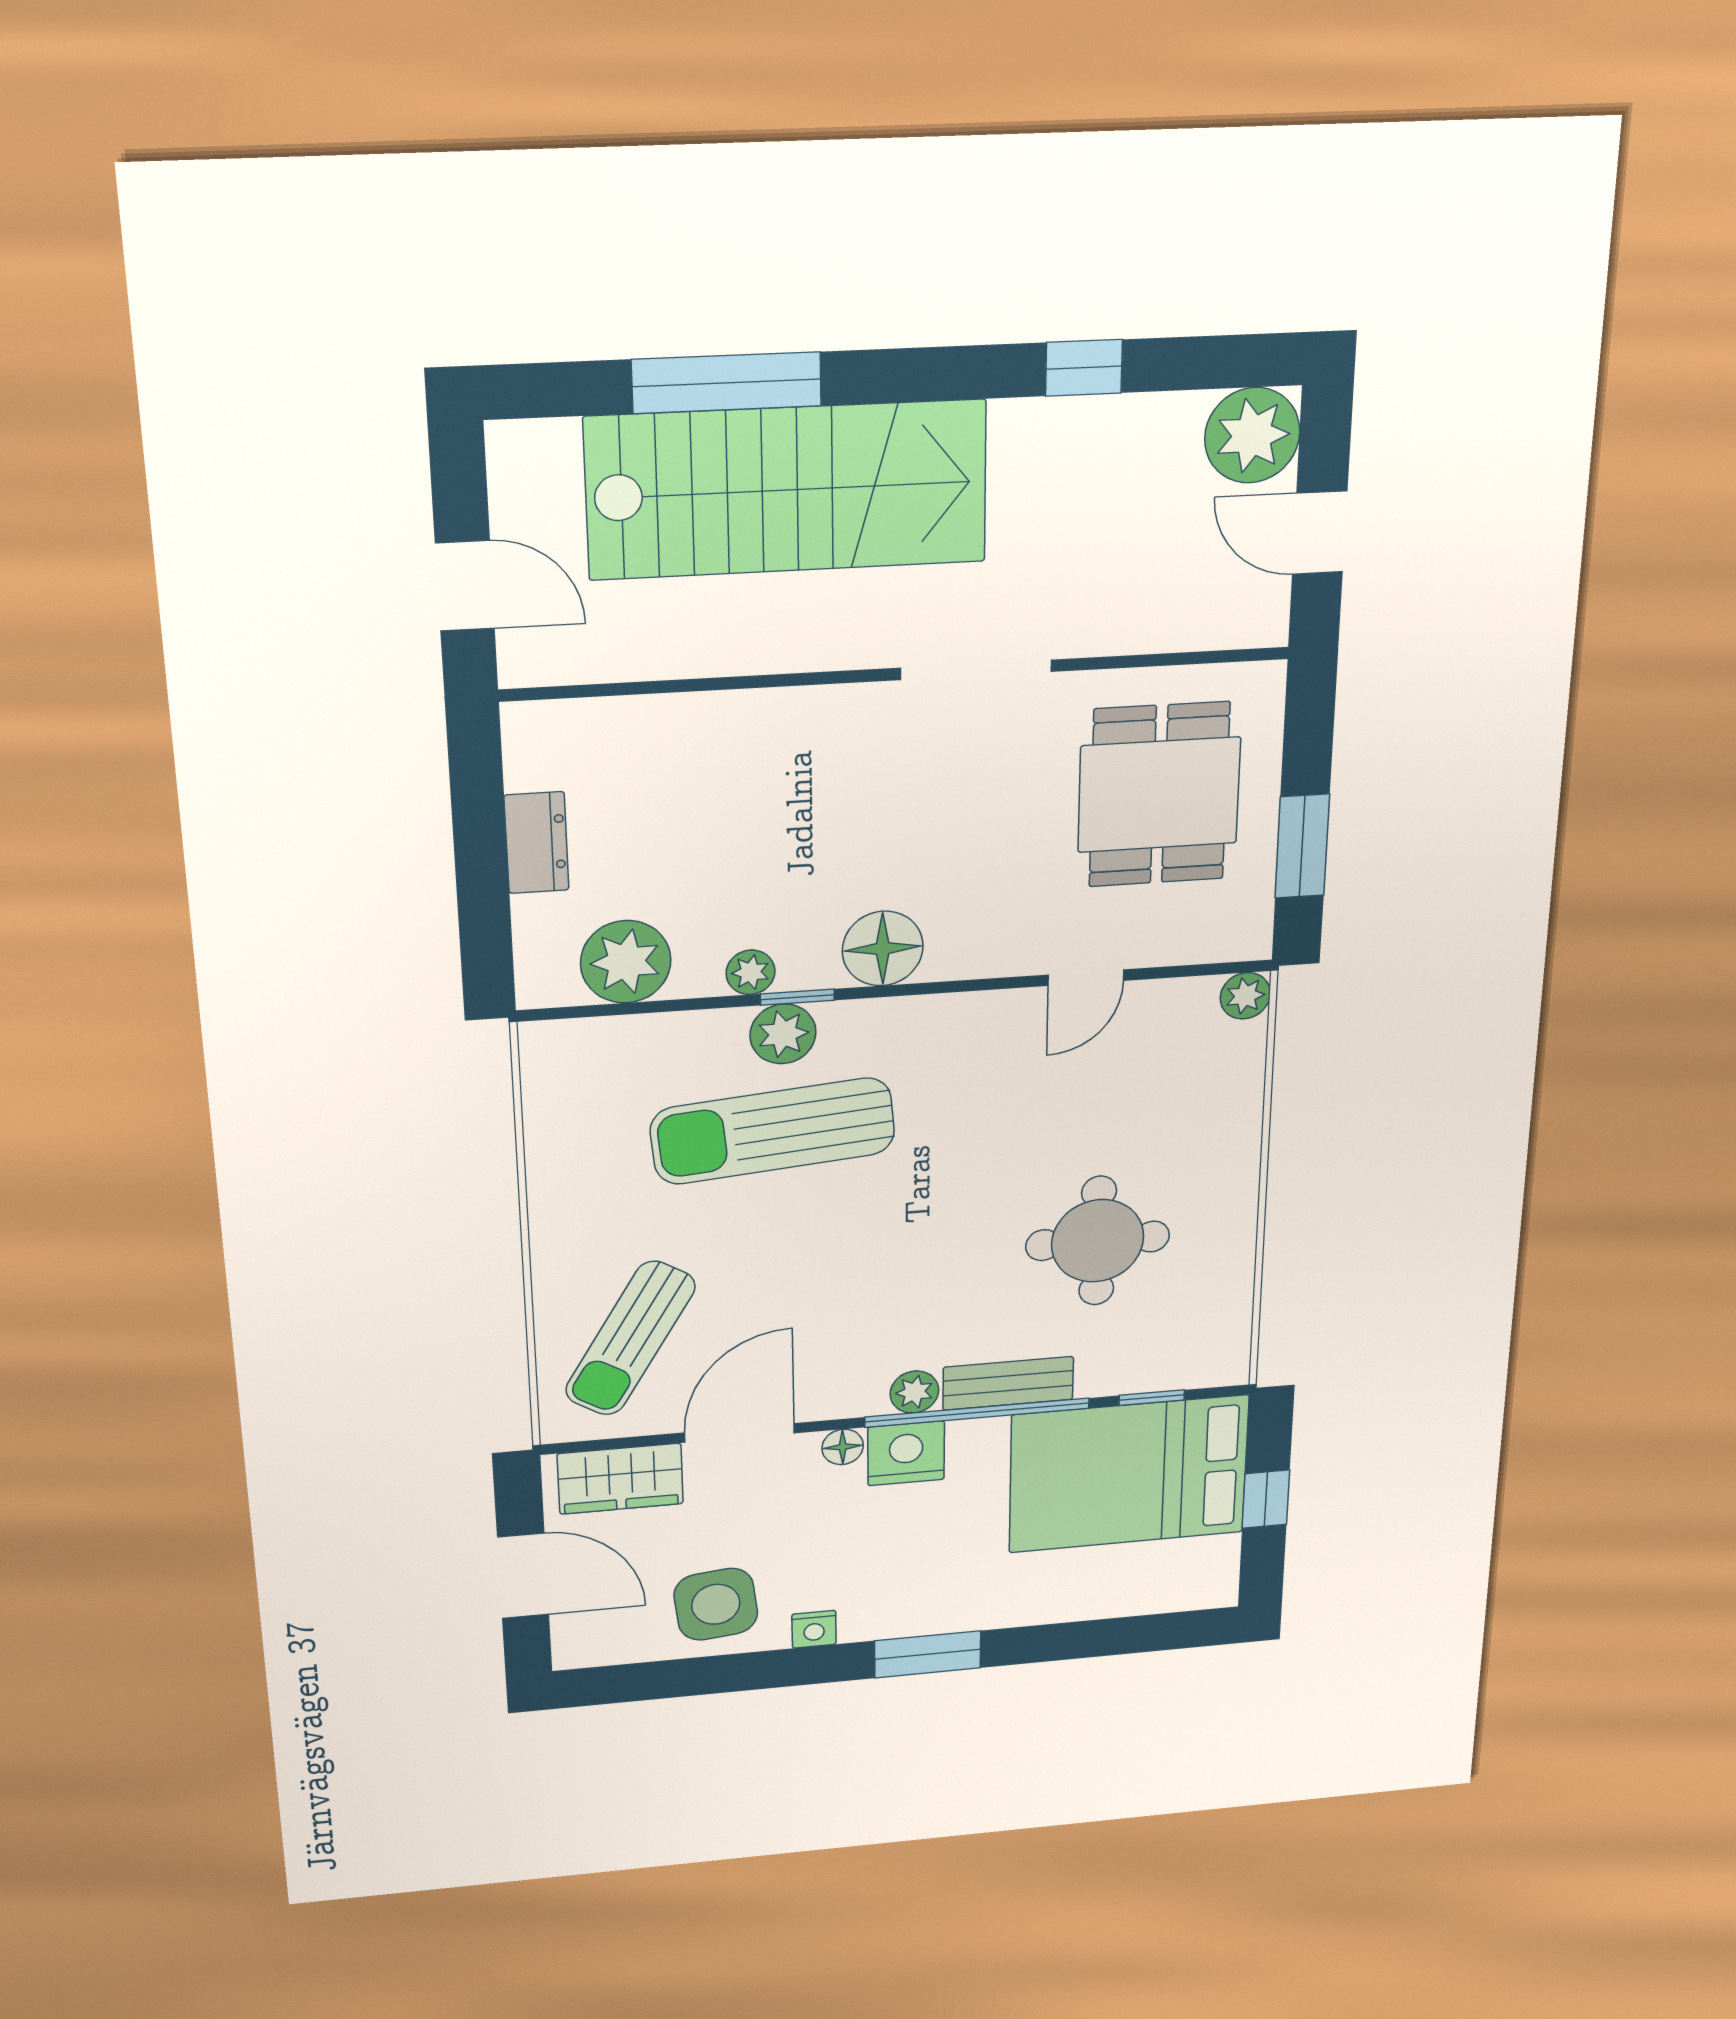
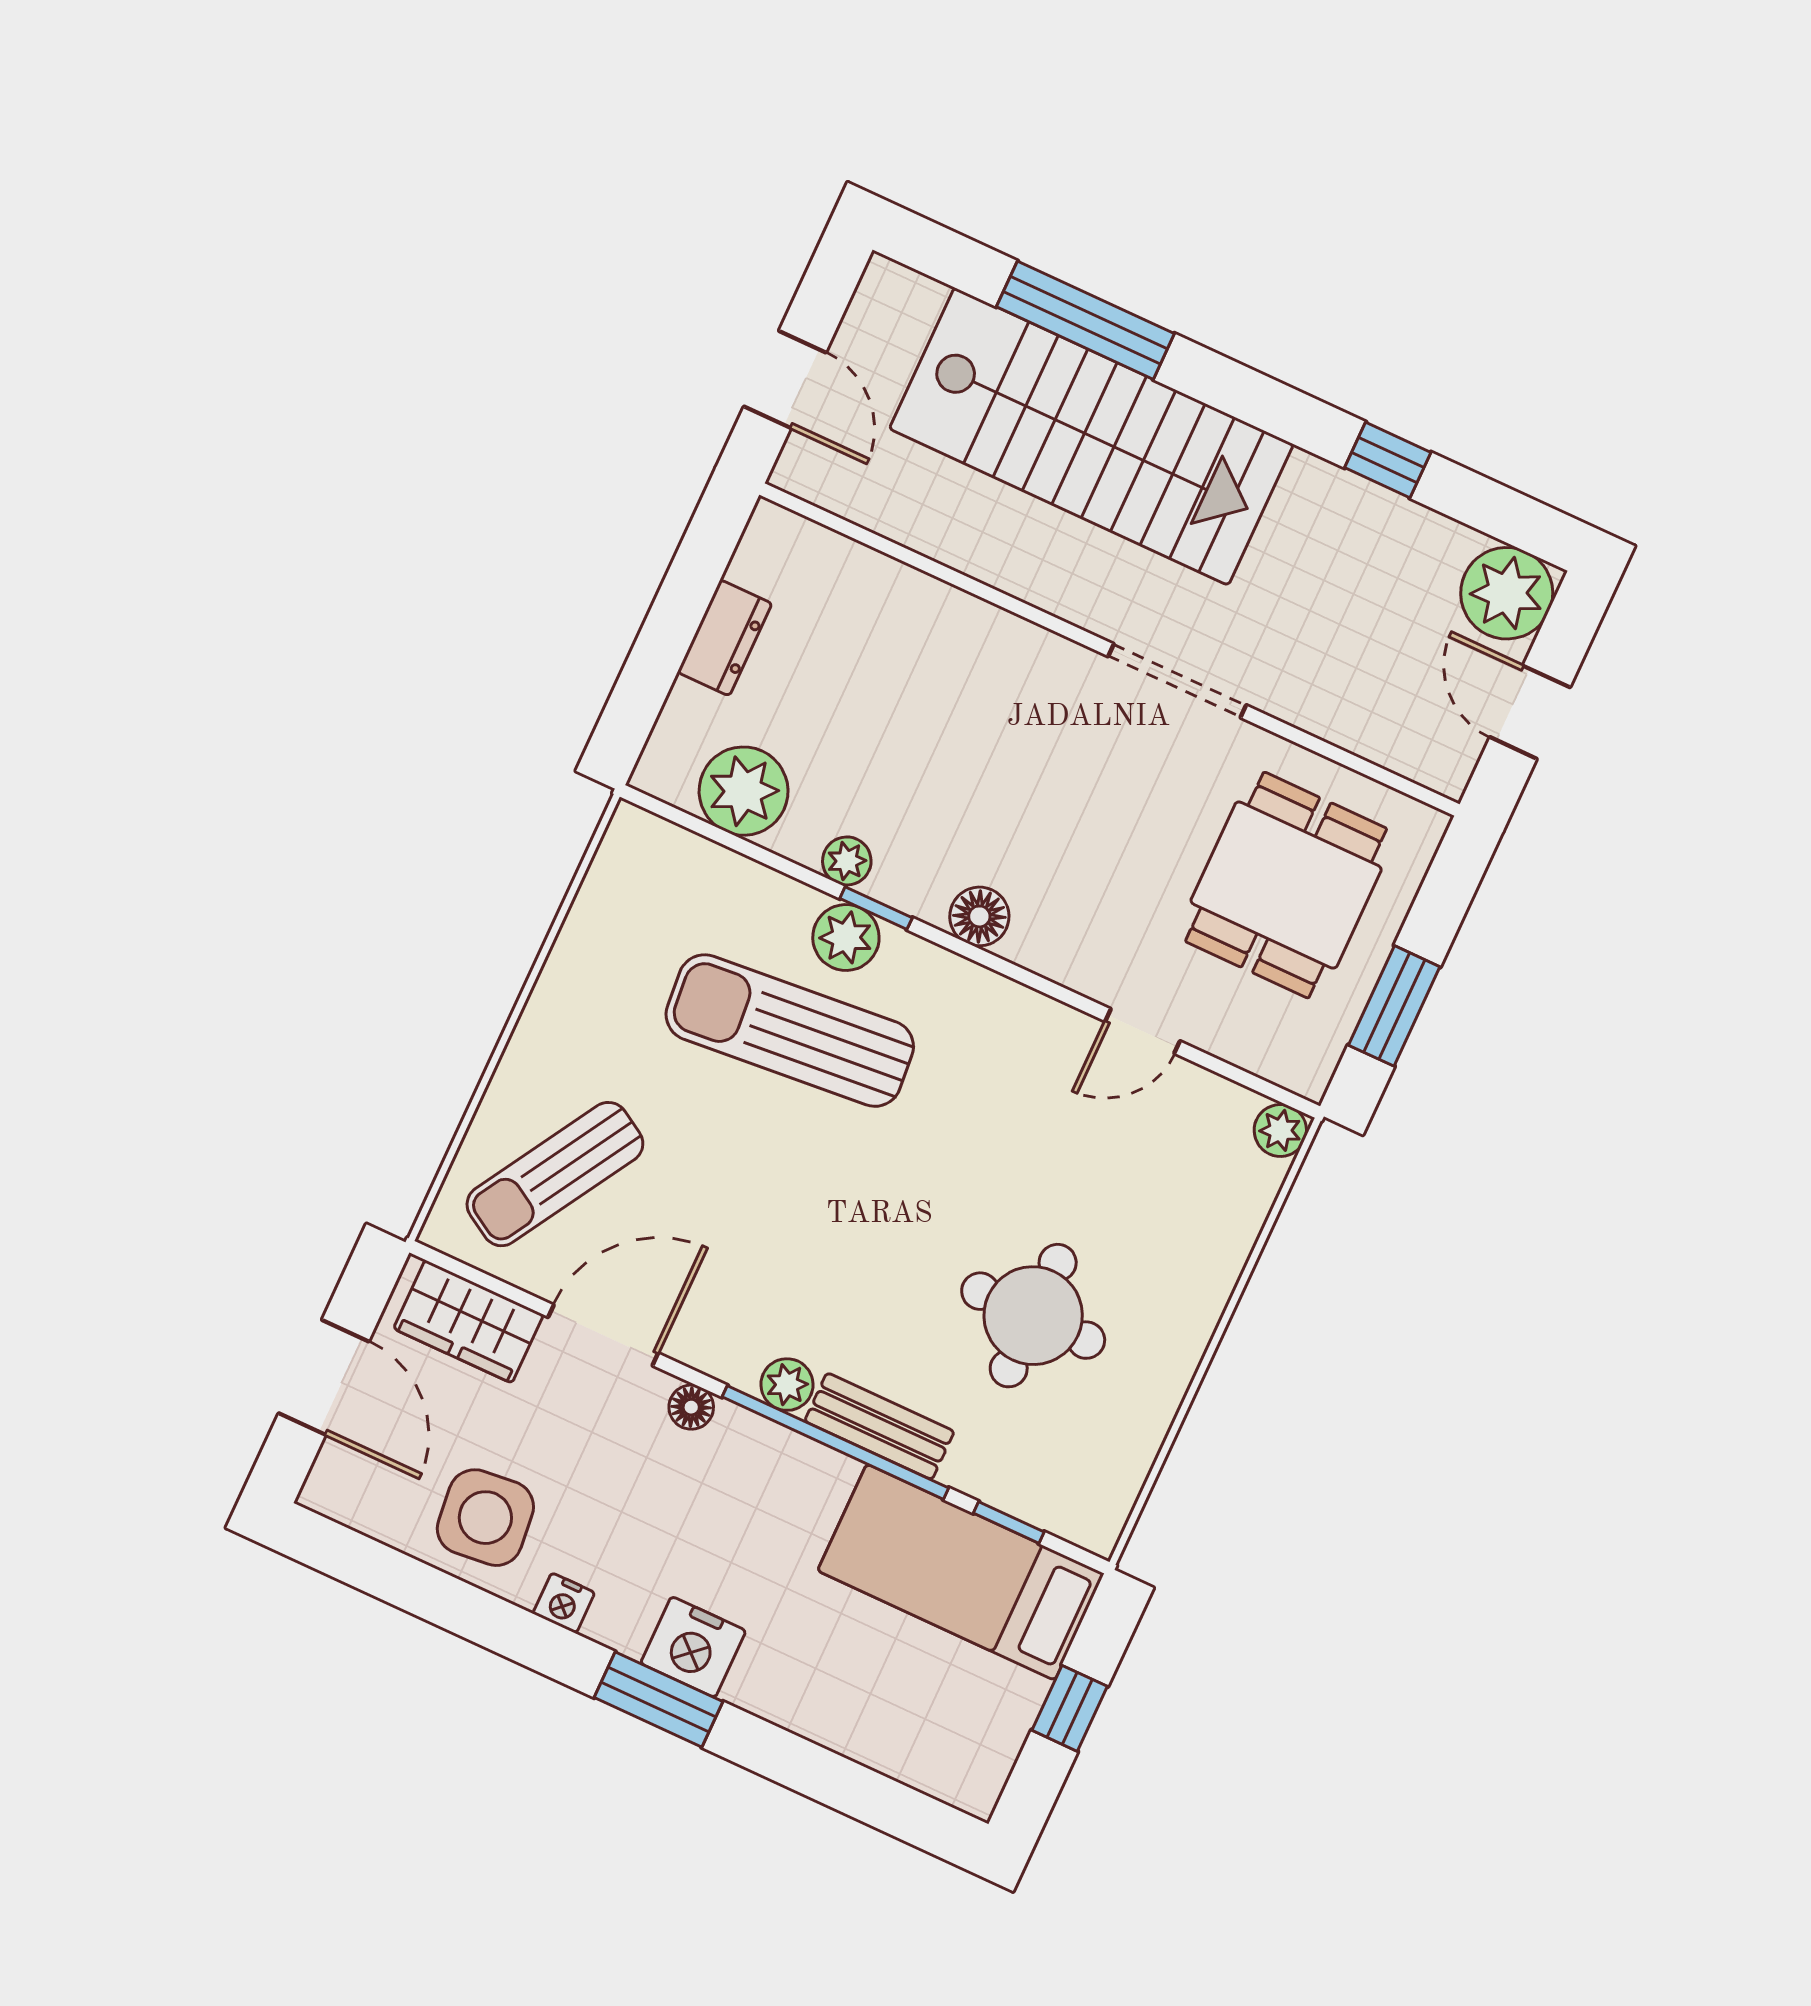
floor lamp: (883, 949) -> (979, 916), width x0.73, depth x0.73
nightstand: (906, 1453) -> (693, 1647), moved, turned 180
bed: (1129, 1474) -> (961, 1572), width x0.67

